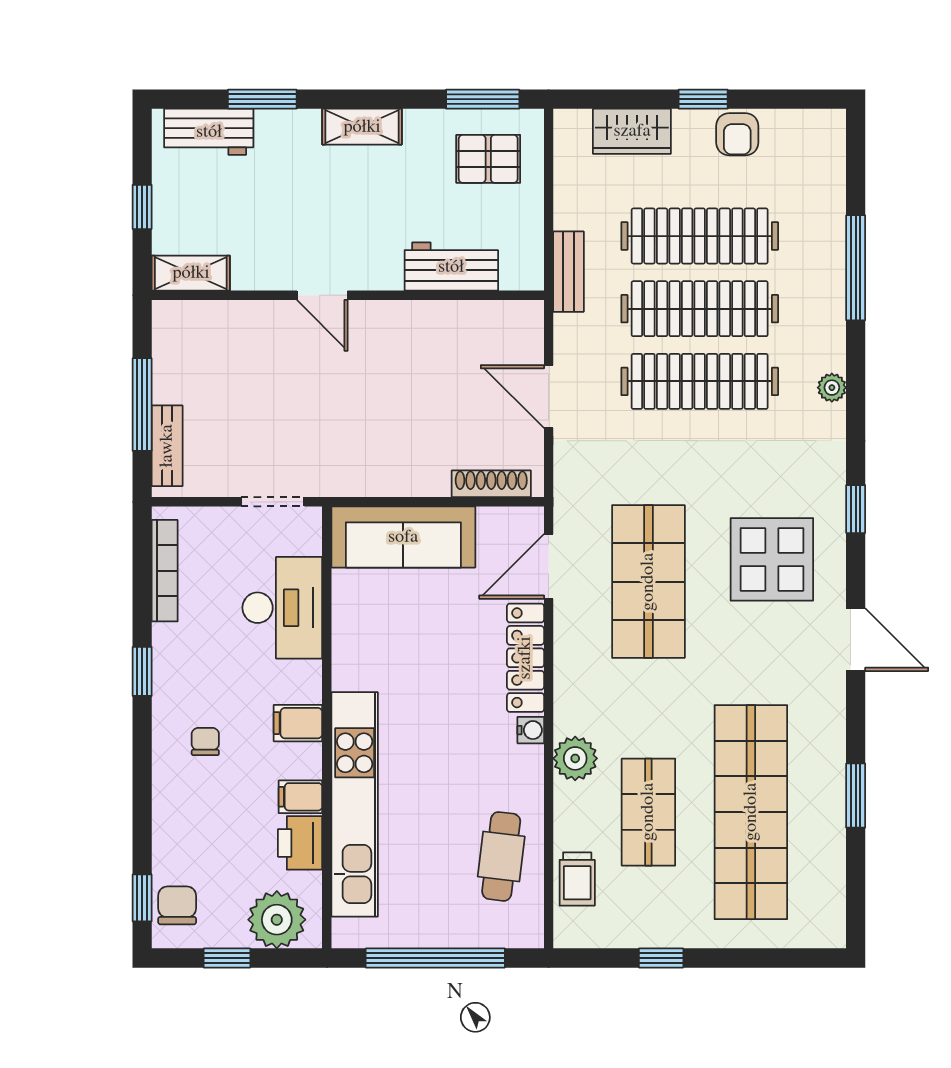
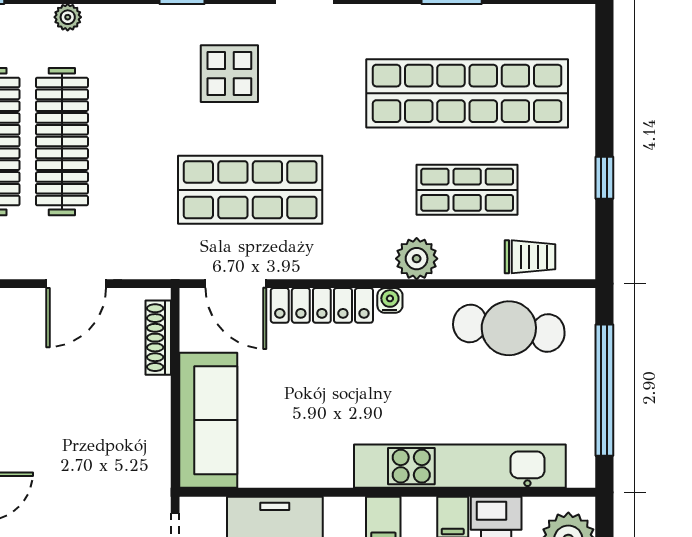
display table: (772, 559) -> (229, 74), width x0.73, depth x0.73
cafe table: (501, 856) -> (509, 328), width x1.37, depth x1.35

